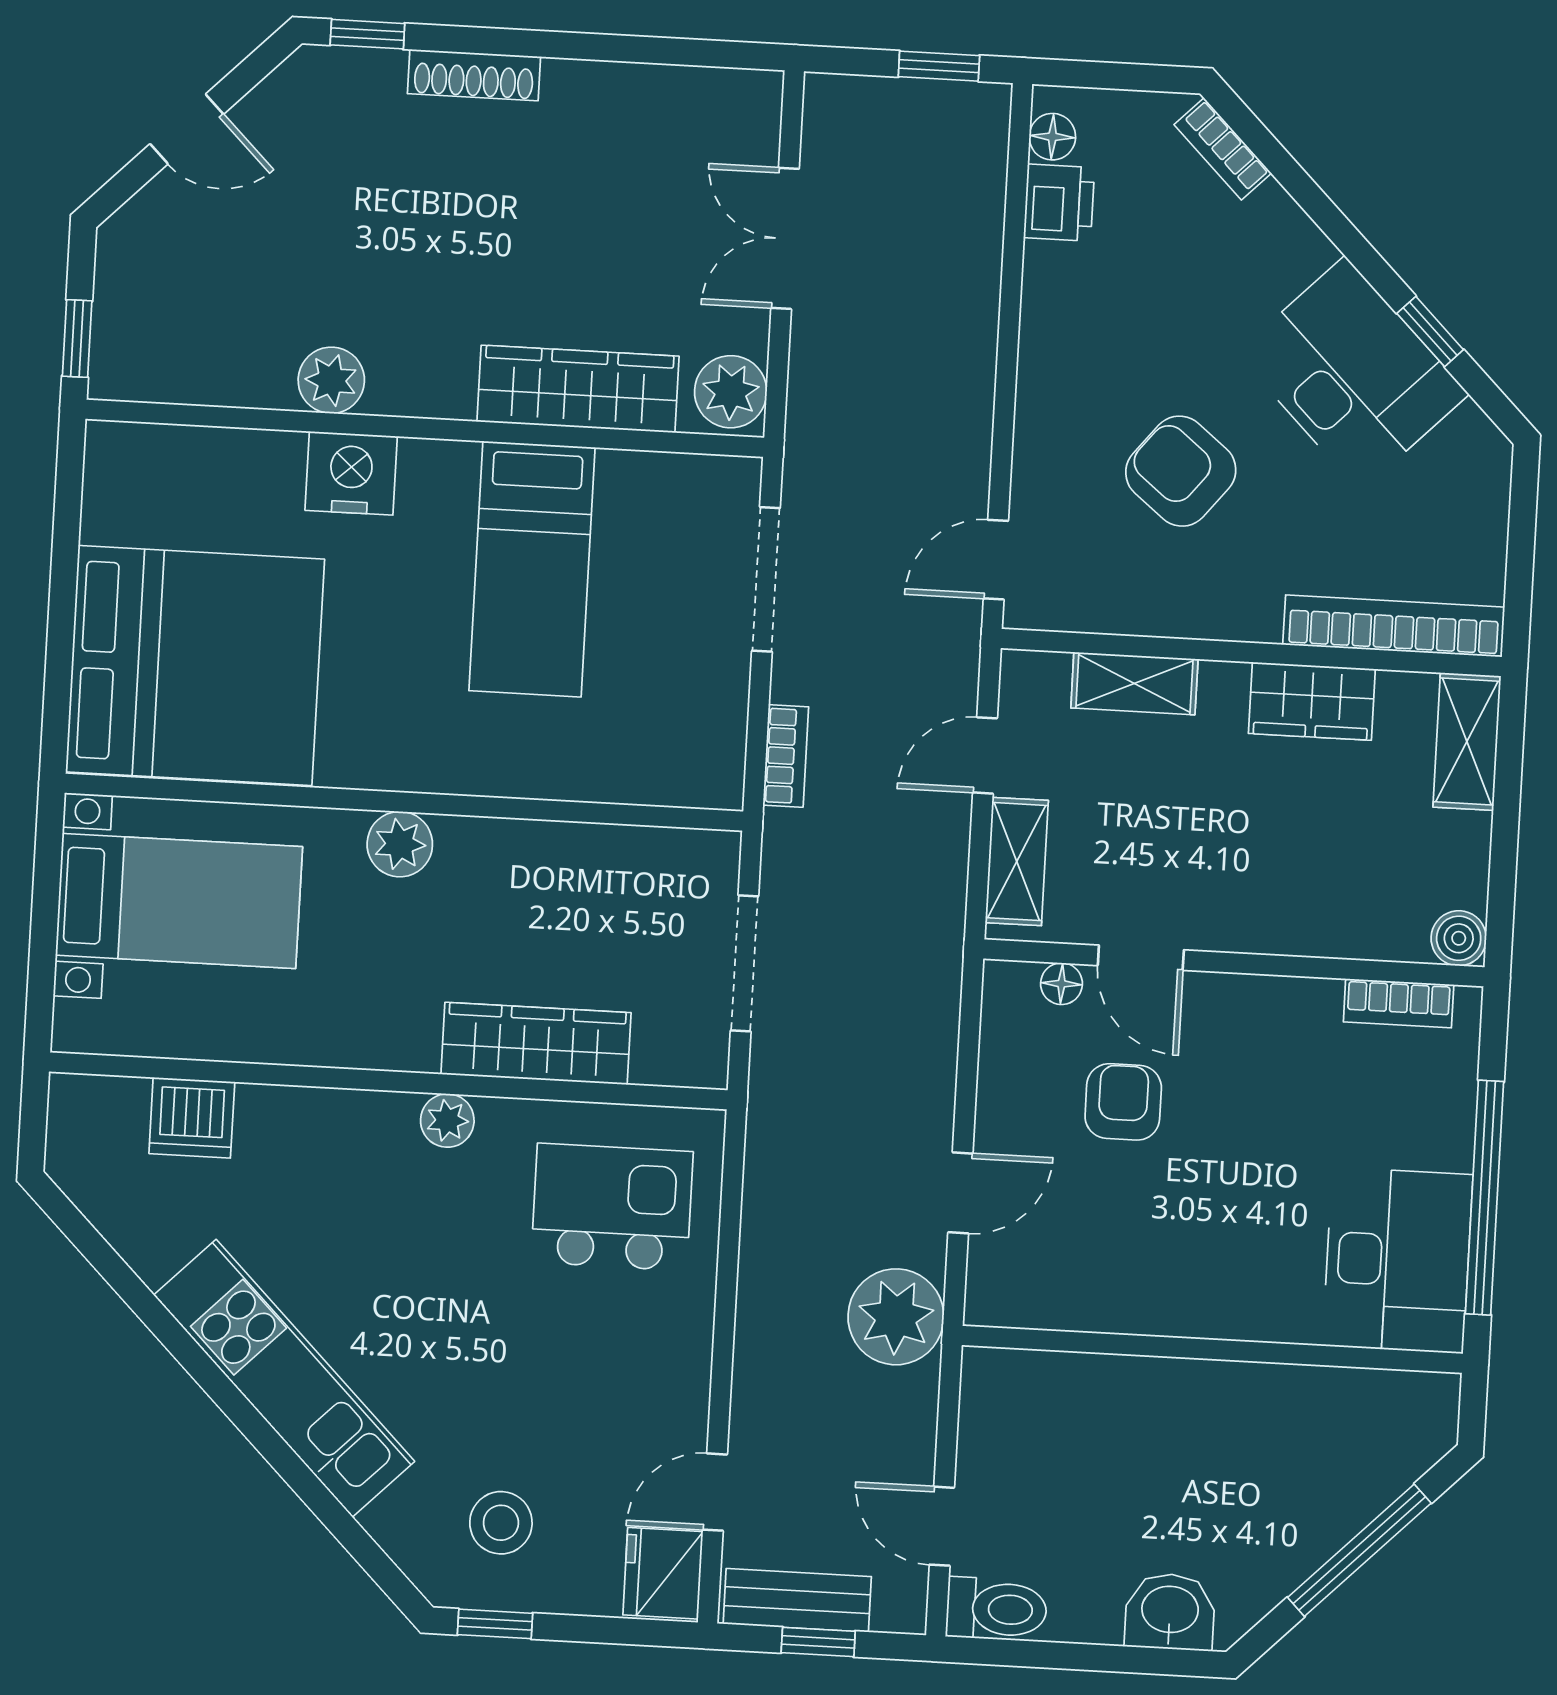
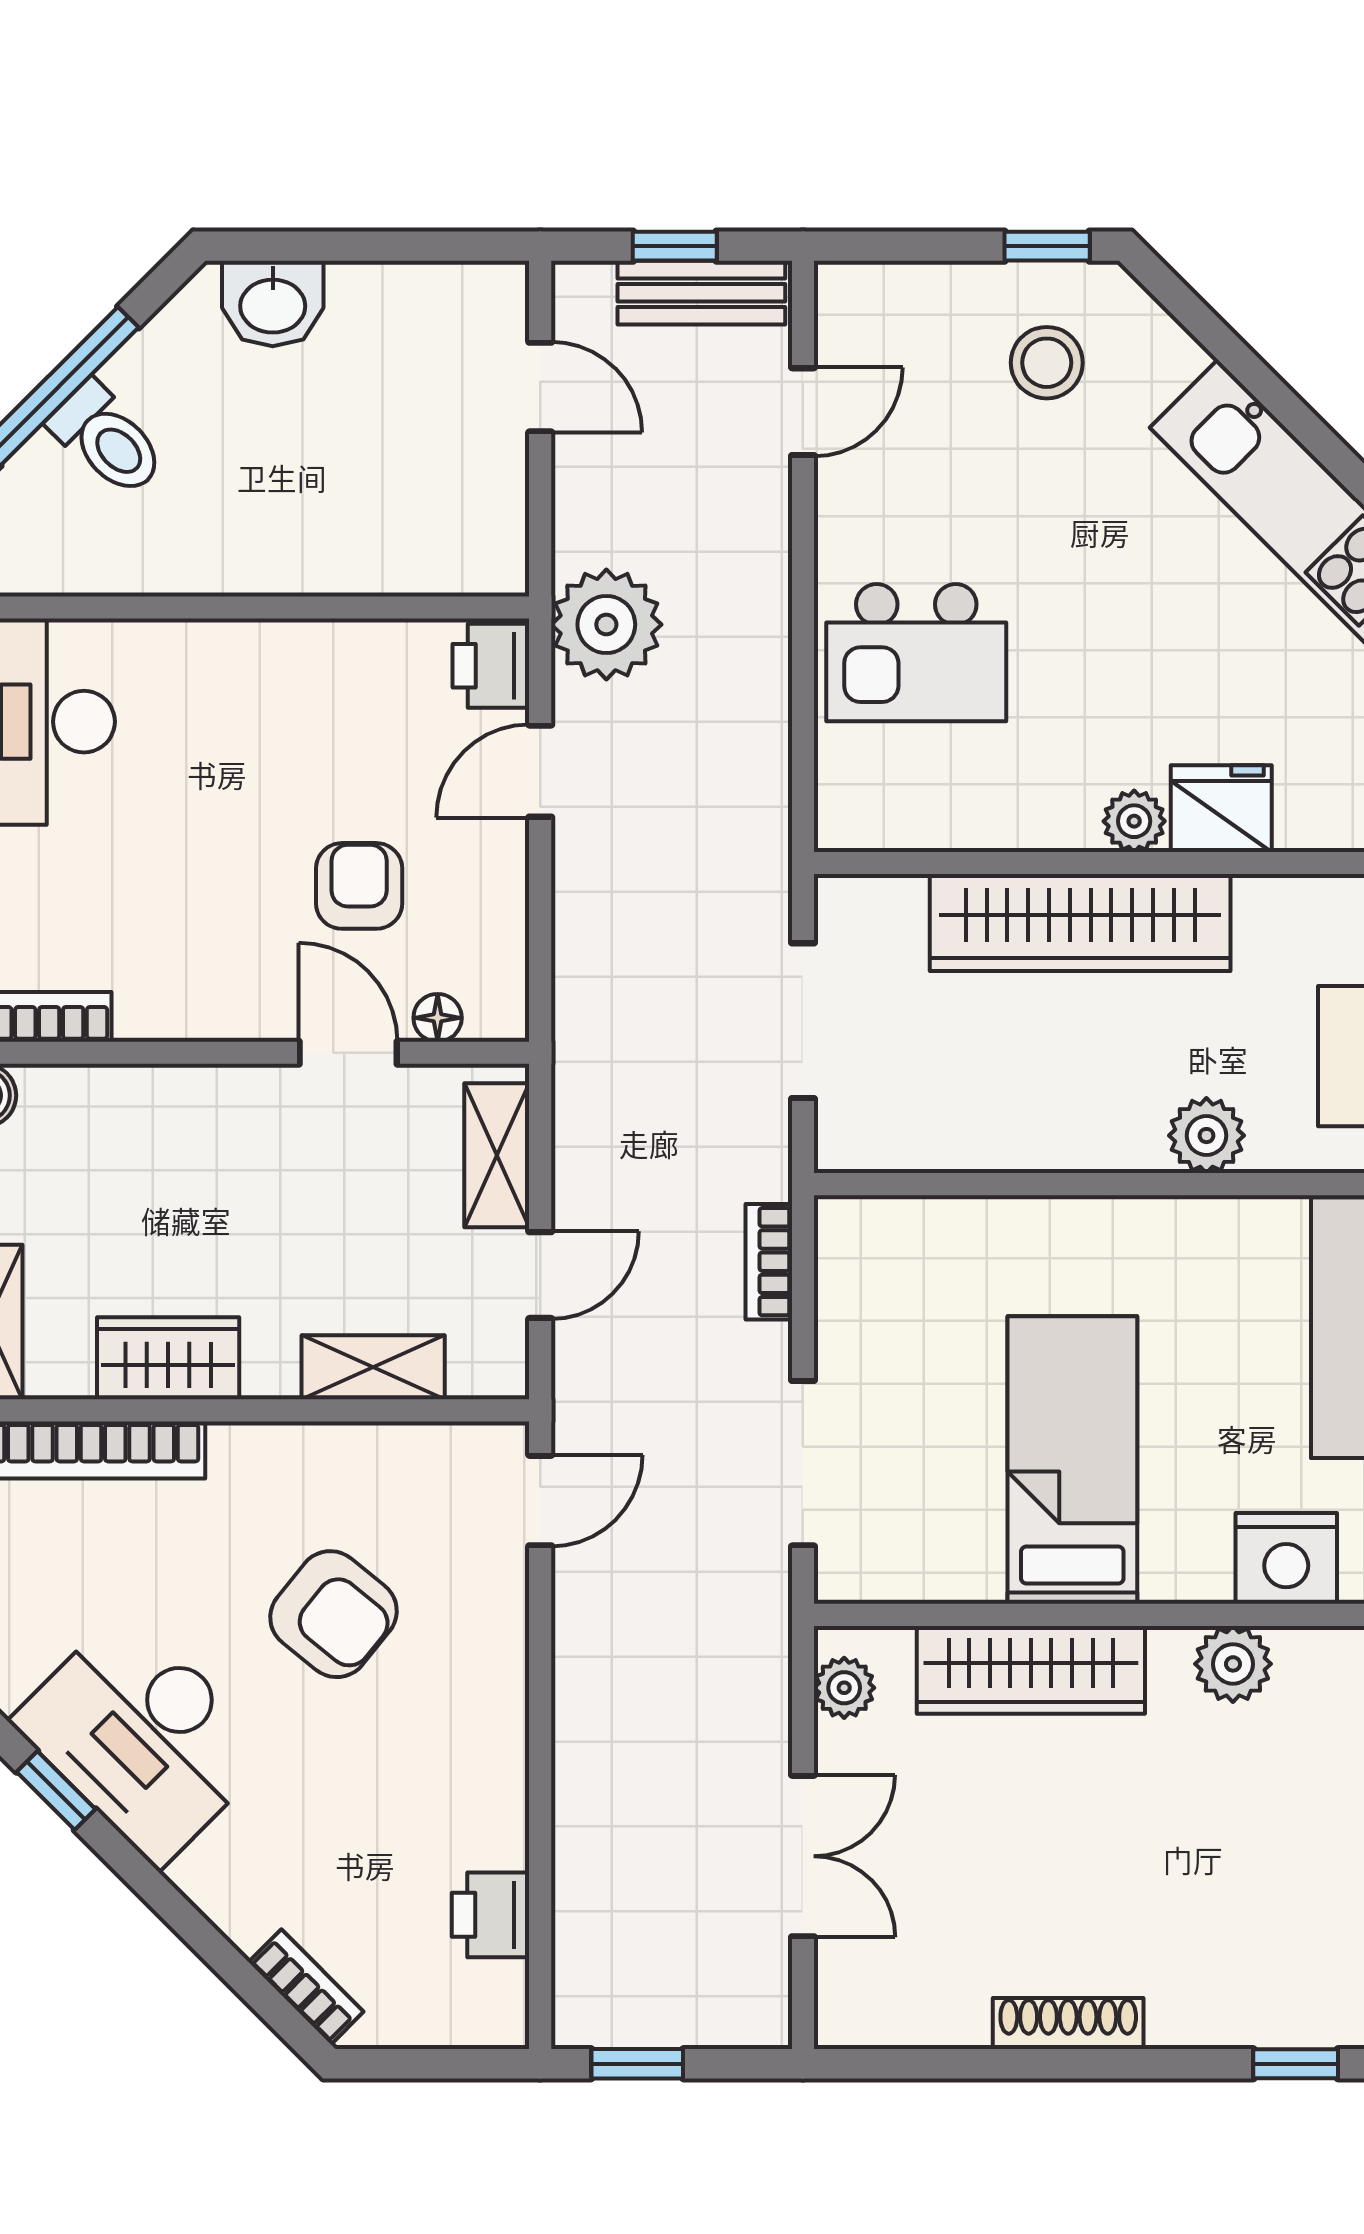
shoe rack: (474, 75) -> (1068, 2024), moved
floor lamp: (1052, 137) -> (502, 1990), removed
plant: (331, 380) -> (1233, 1664), moved
plant: (731, 392) -> (844, 1688), width x0.73, depth x0.73
wardrobe: (536, 1043) -> (1080, 923), width x1.40, depth x1.17
armchair: (1123, 1102) -> (359, 886), turned 180
kitchen island: (612, 1207) -> (916, 653), moved
printer: (998, 1287) -> (491, 666), added
fridge: (663, 1573) -> (1221, 809), moved, turned -90
toilet: (996, 1609) -> (107, 439), moved, turned -135

